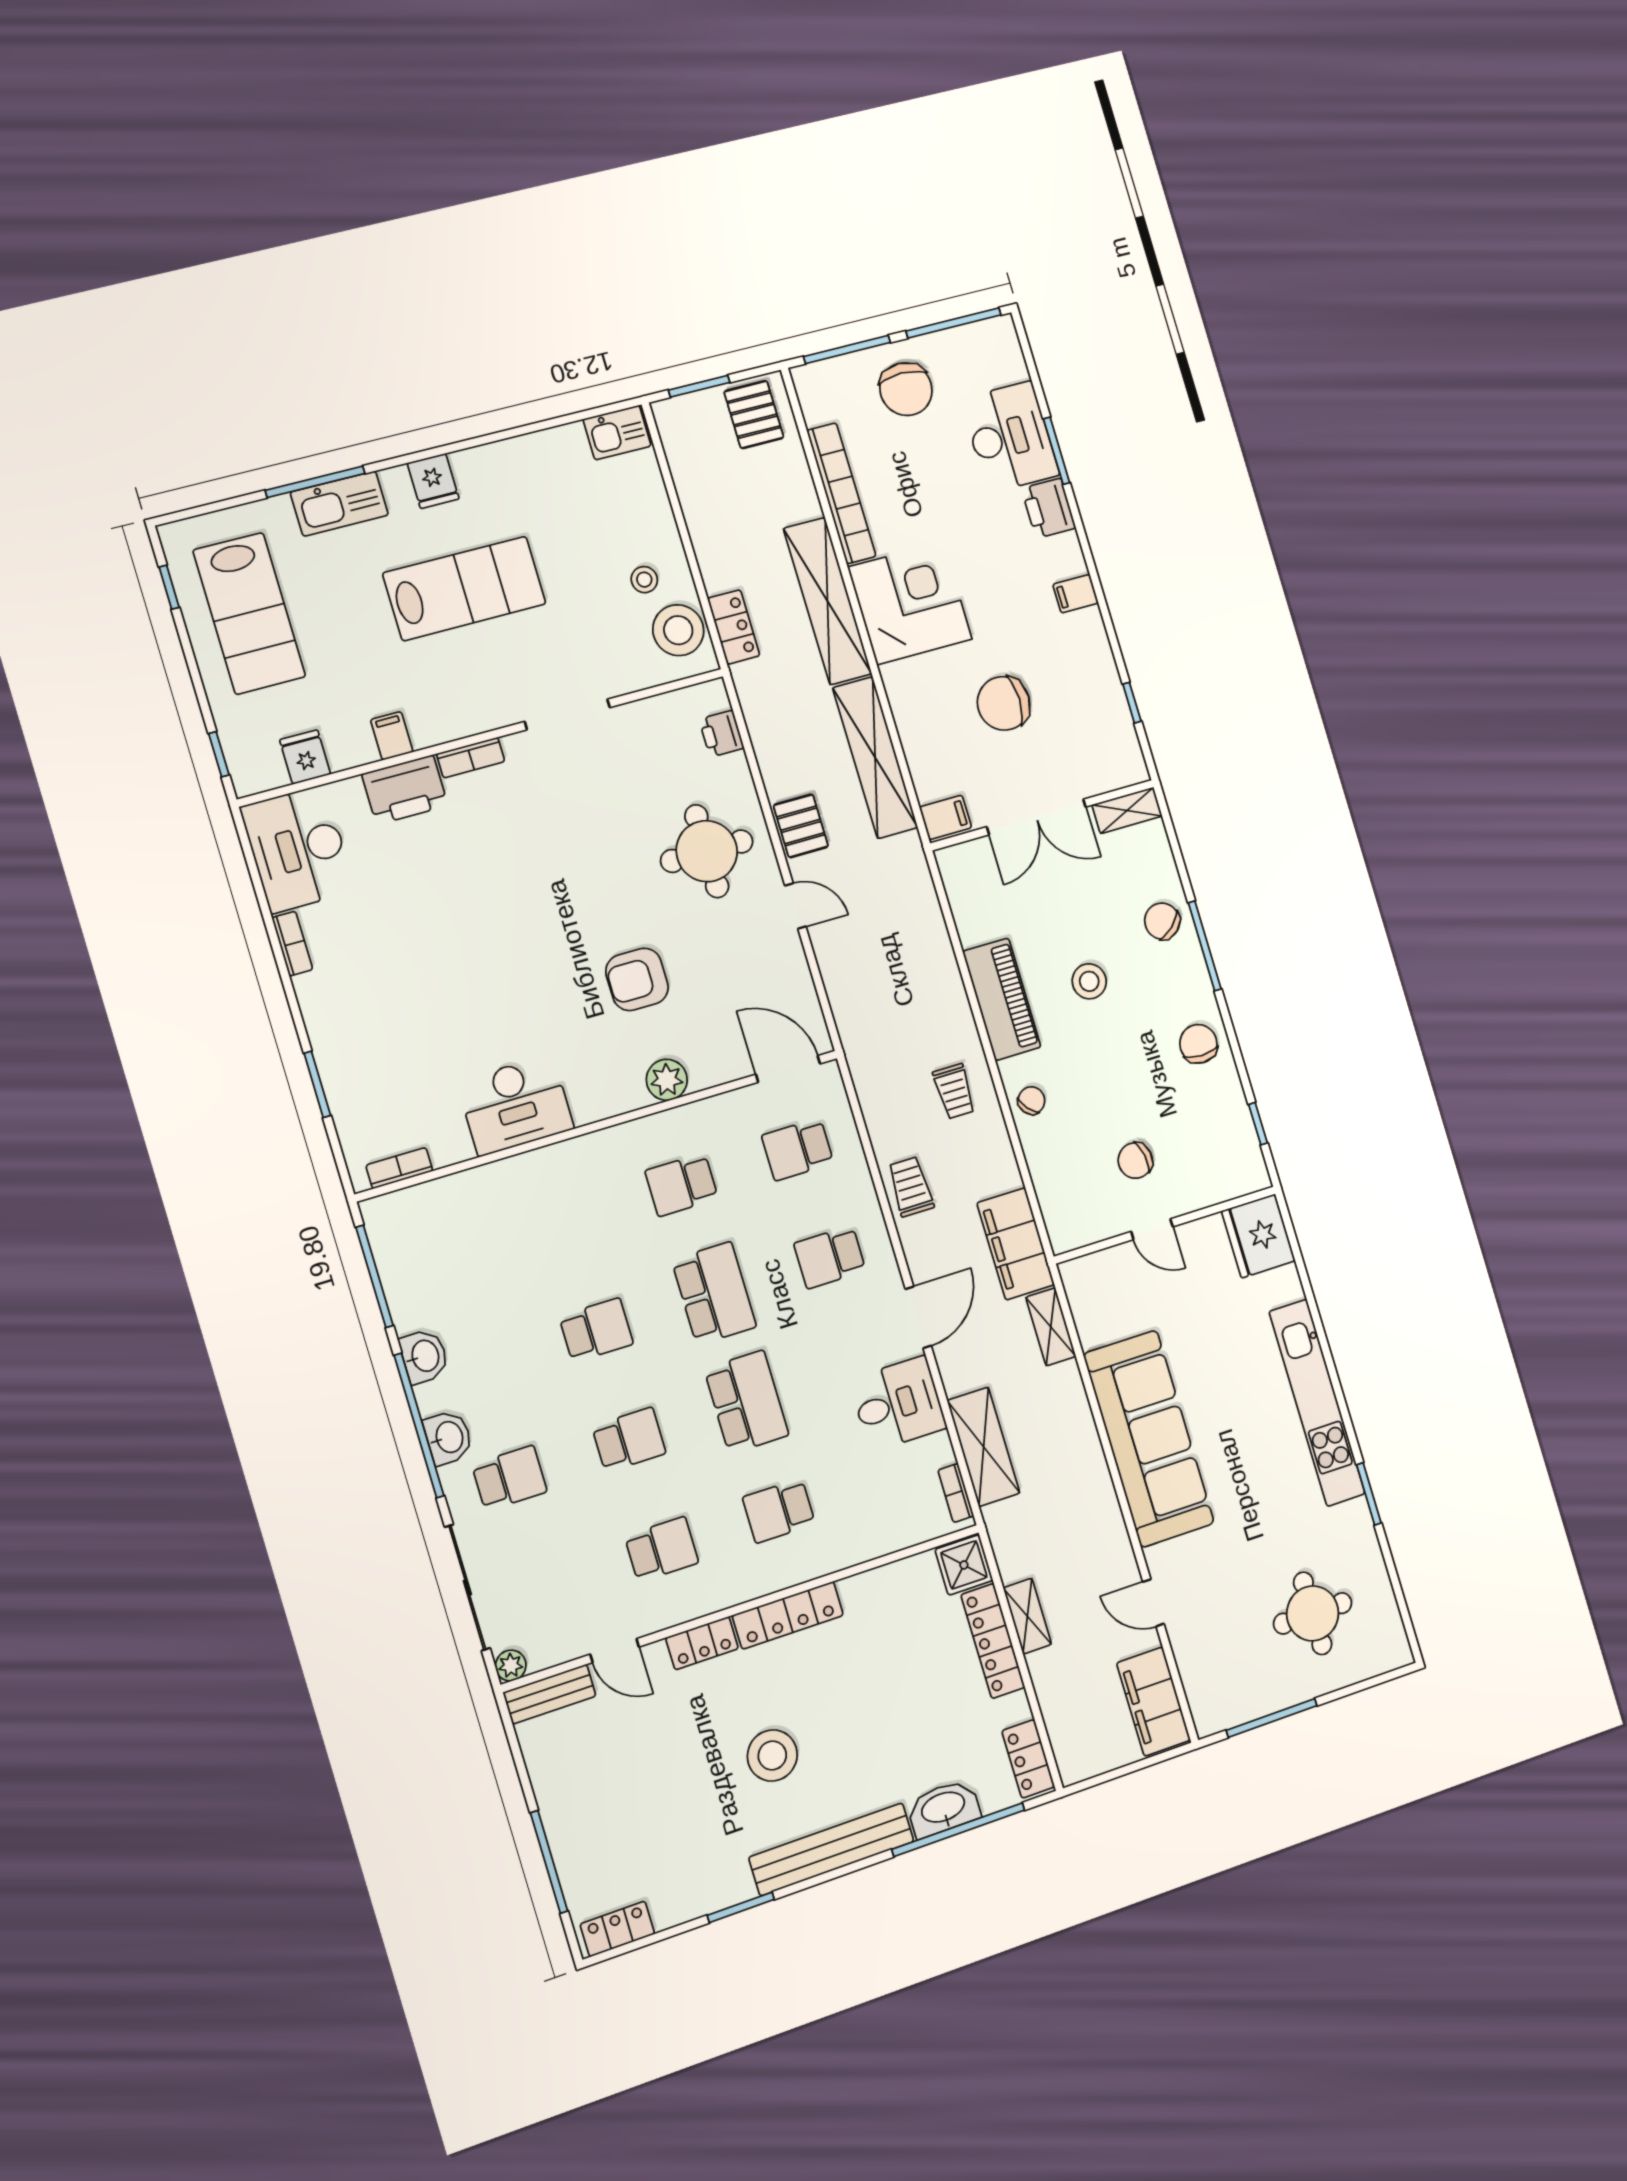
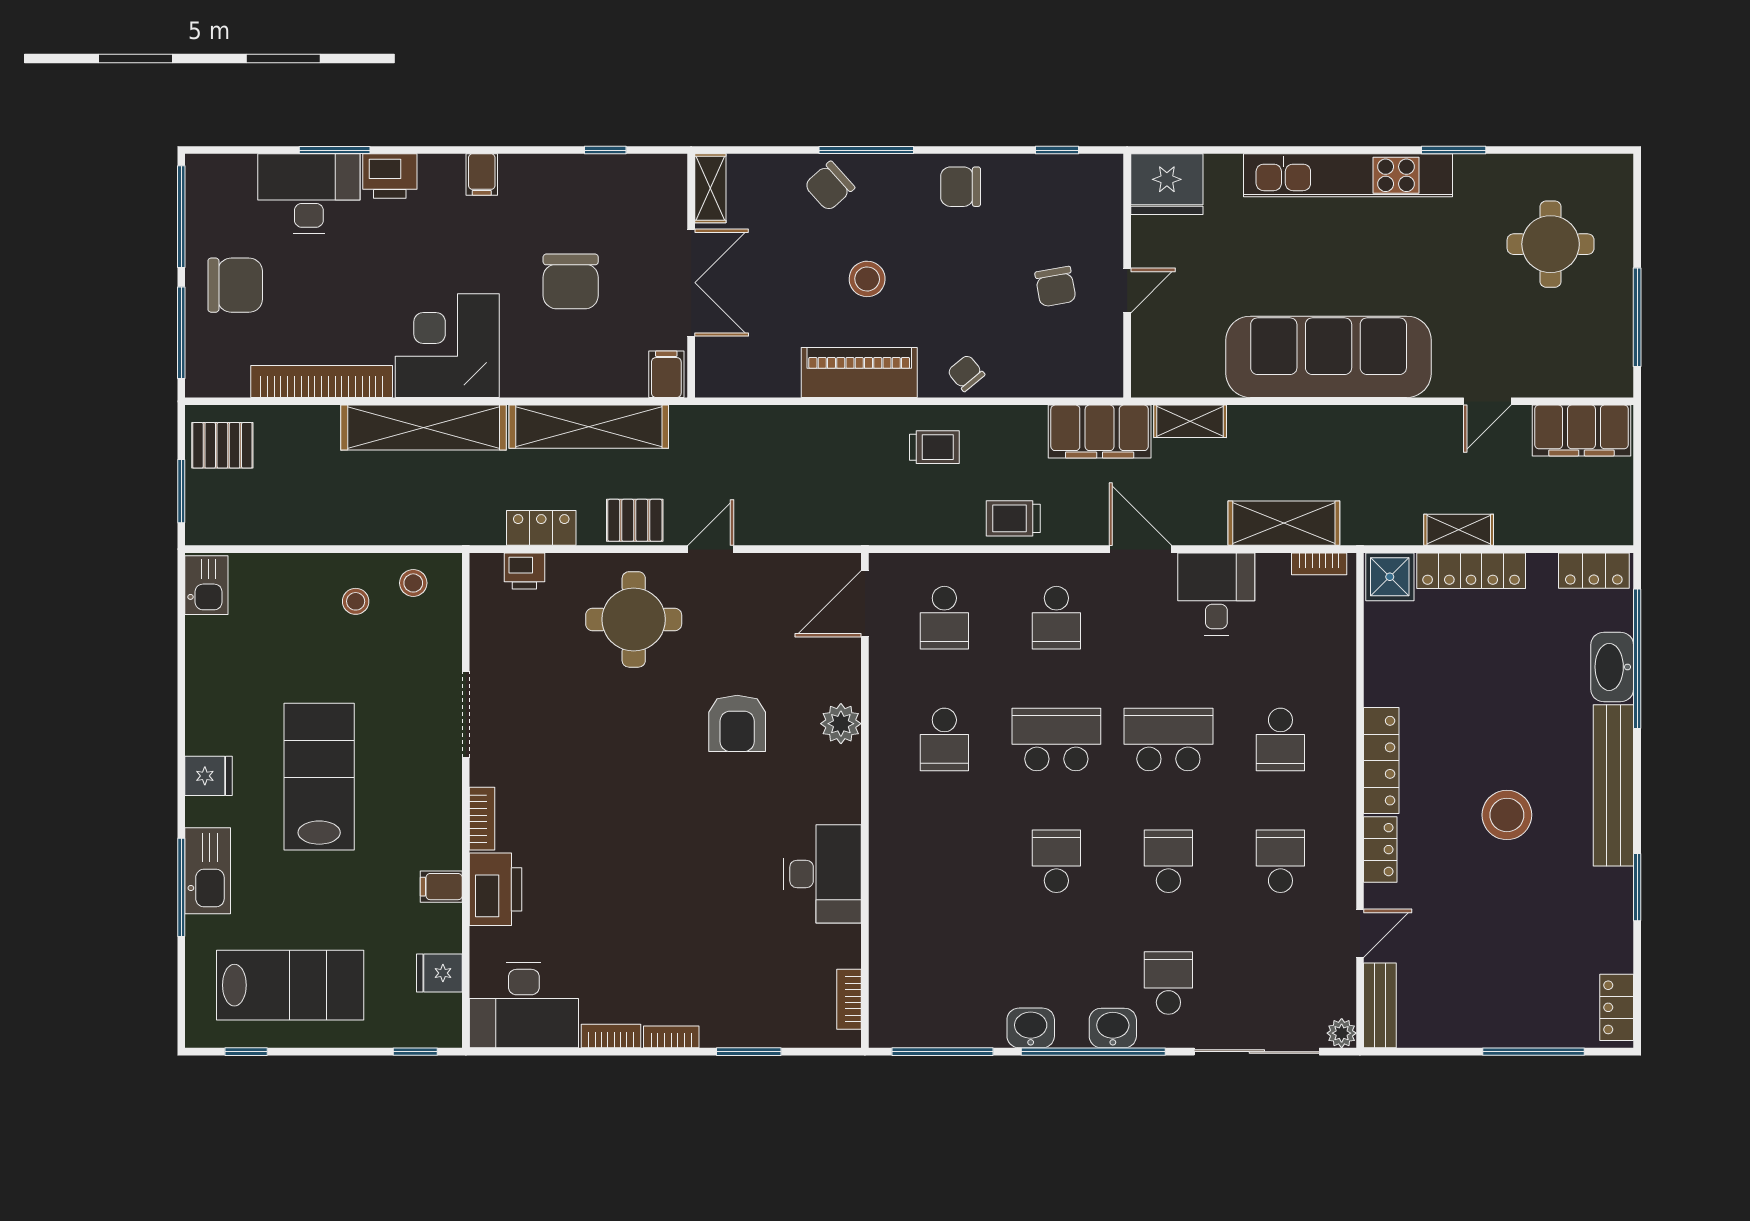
locker: (734, 627) -> (541, 528), moved
stool: (678, 630) -> (413, 583), width x0.53, depth x0.53
bookcase: (309, 1003) -> (671, 1037), added

